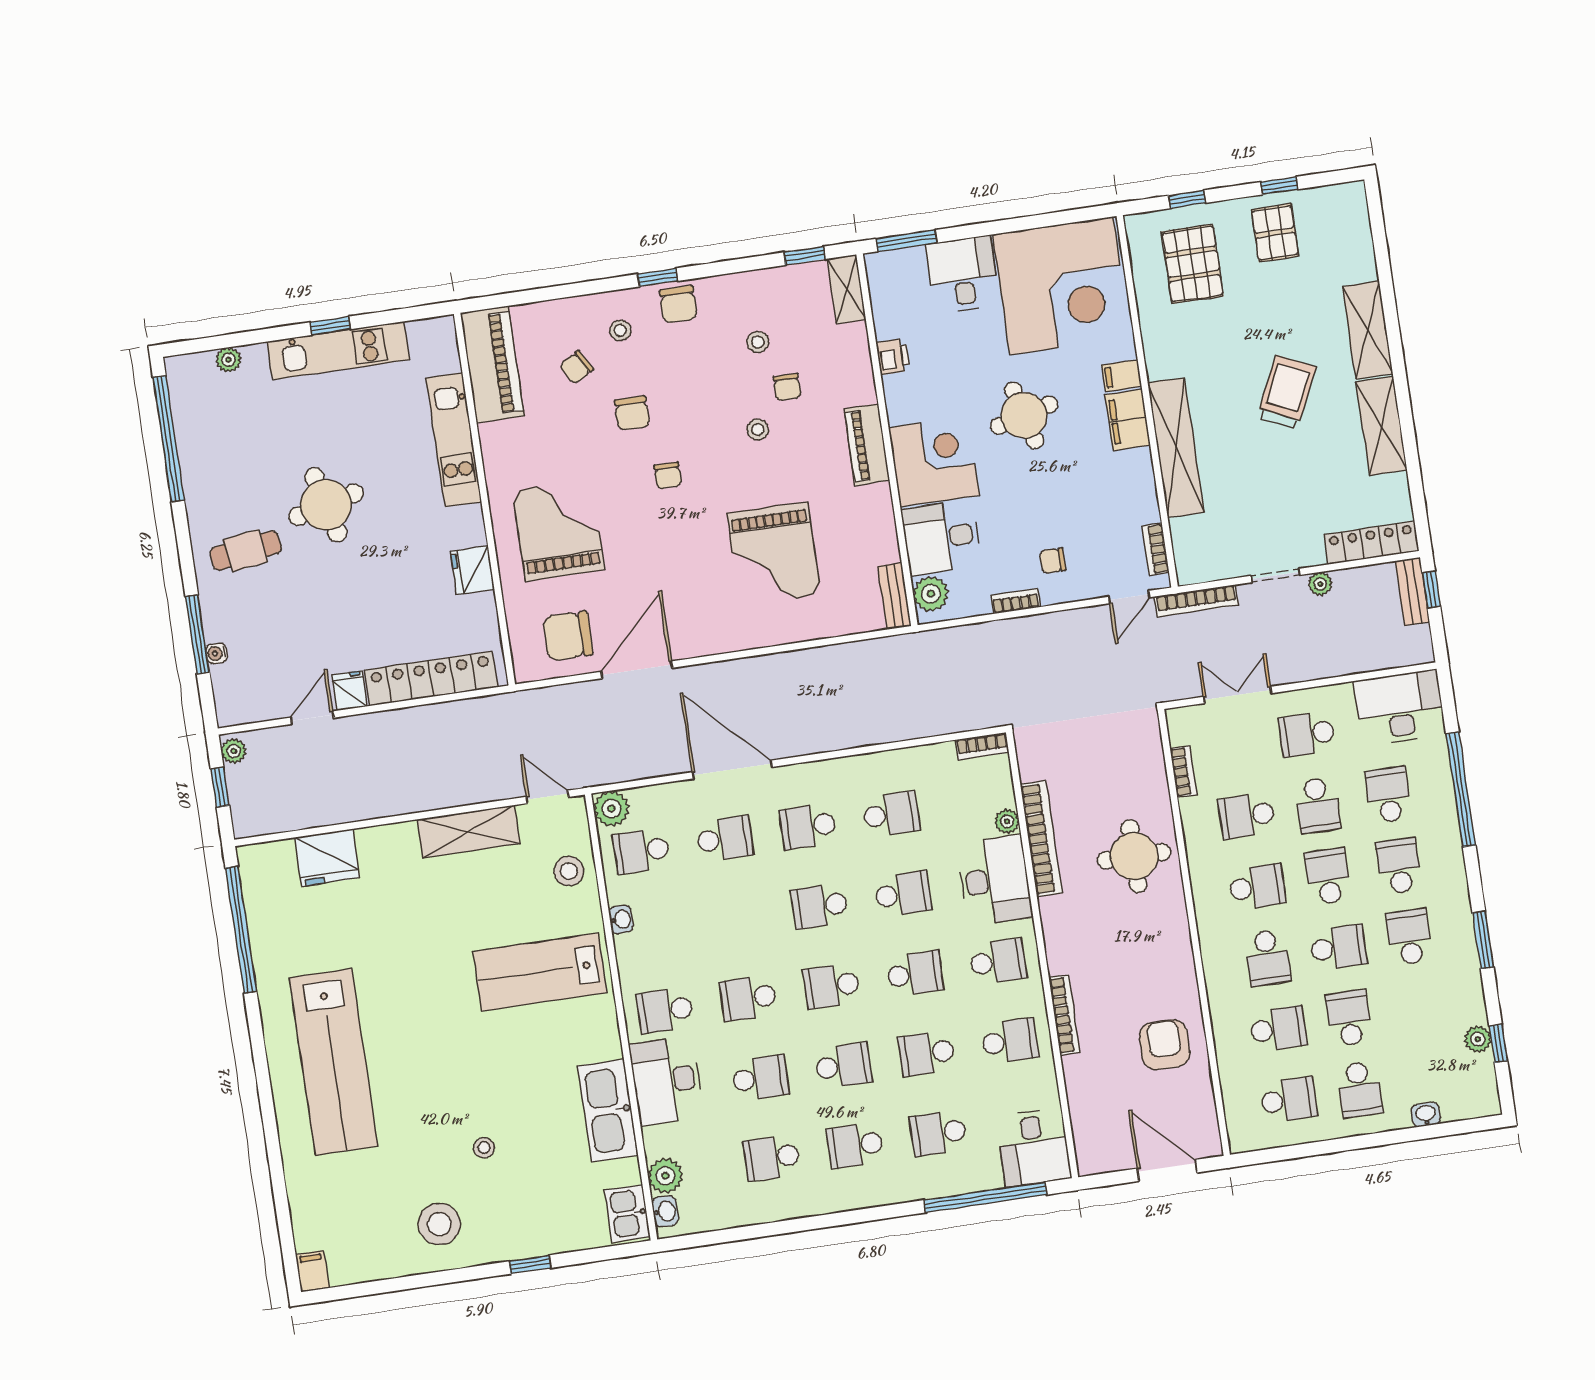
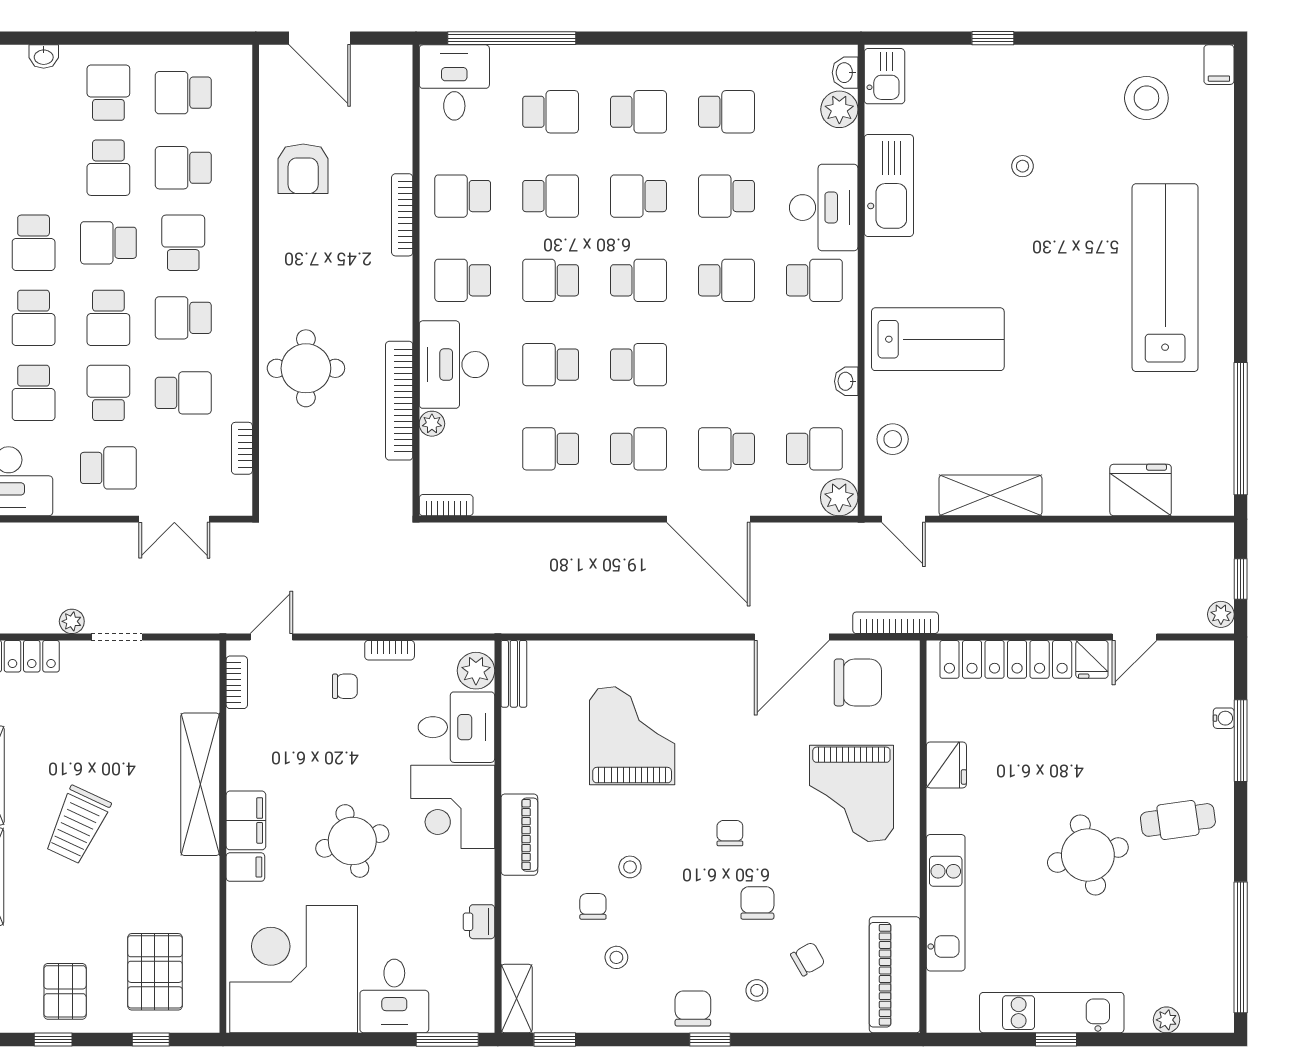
bookcase: (1196, 601) -> (896, 623), moved
stool: (439, 1224) -> (1146, 98), moved

